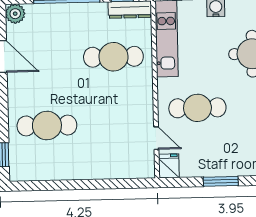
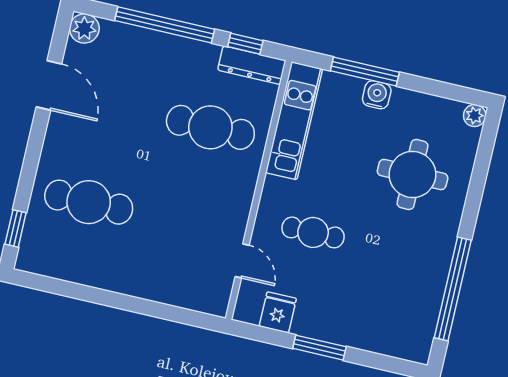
cafe table: (197, 108) -> (313, 232), width x0.73, depth x0.74
fridge: (169, 166) -> (278, 312), moved

